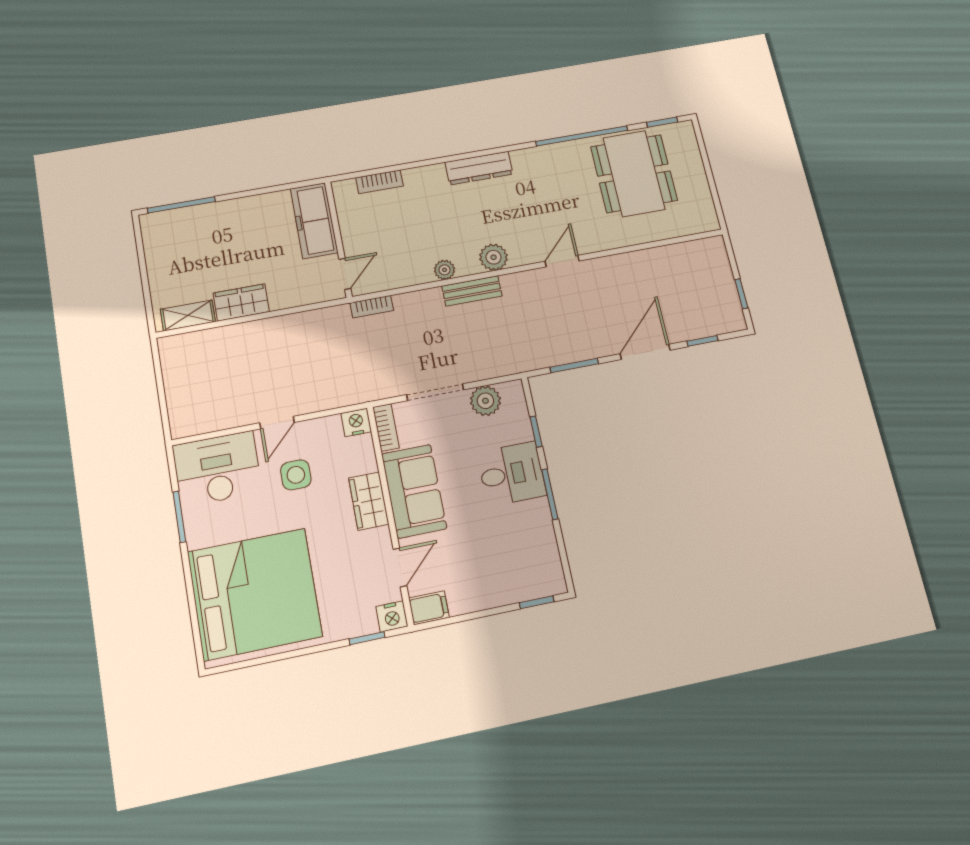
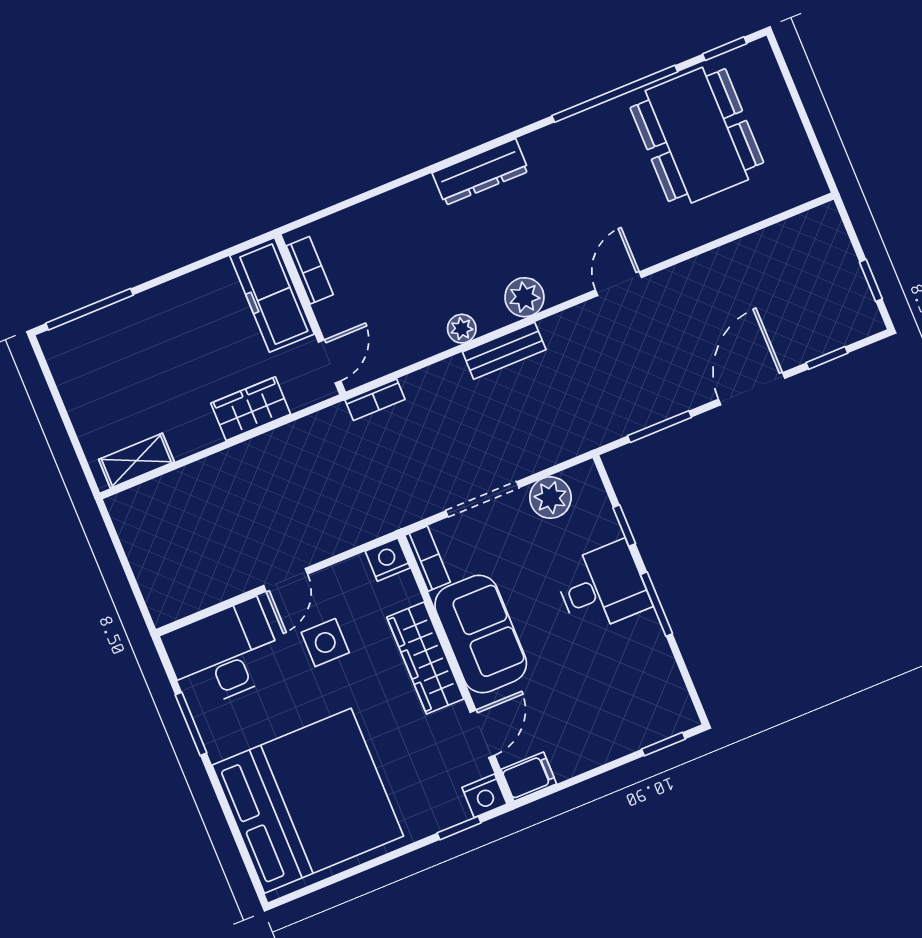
bookcase: (379, 182) -> (310, 270), moved, turned -90
wardrobe: (241, 302) -> (251, 409), moved
wardrobe: (369, 501) -> (425, 658), width x1.50

